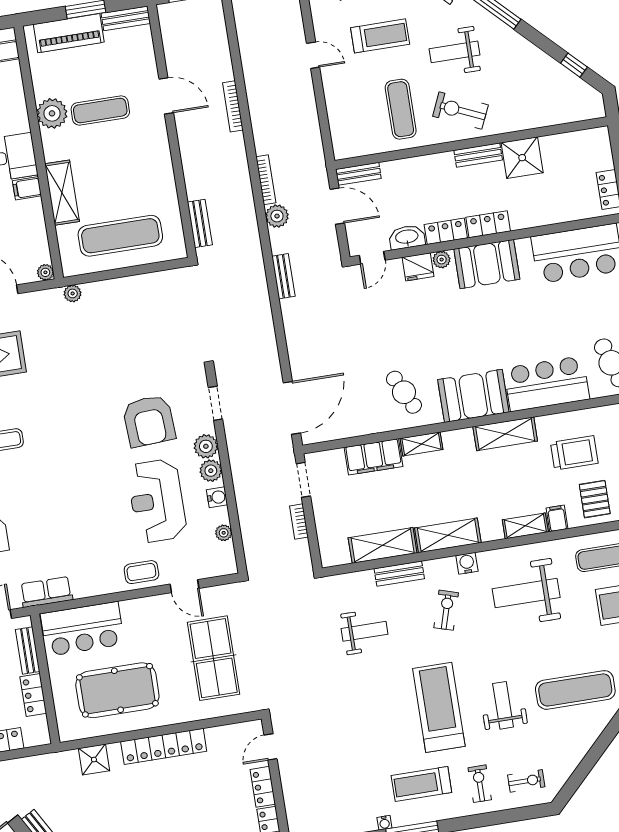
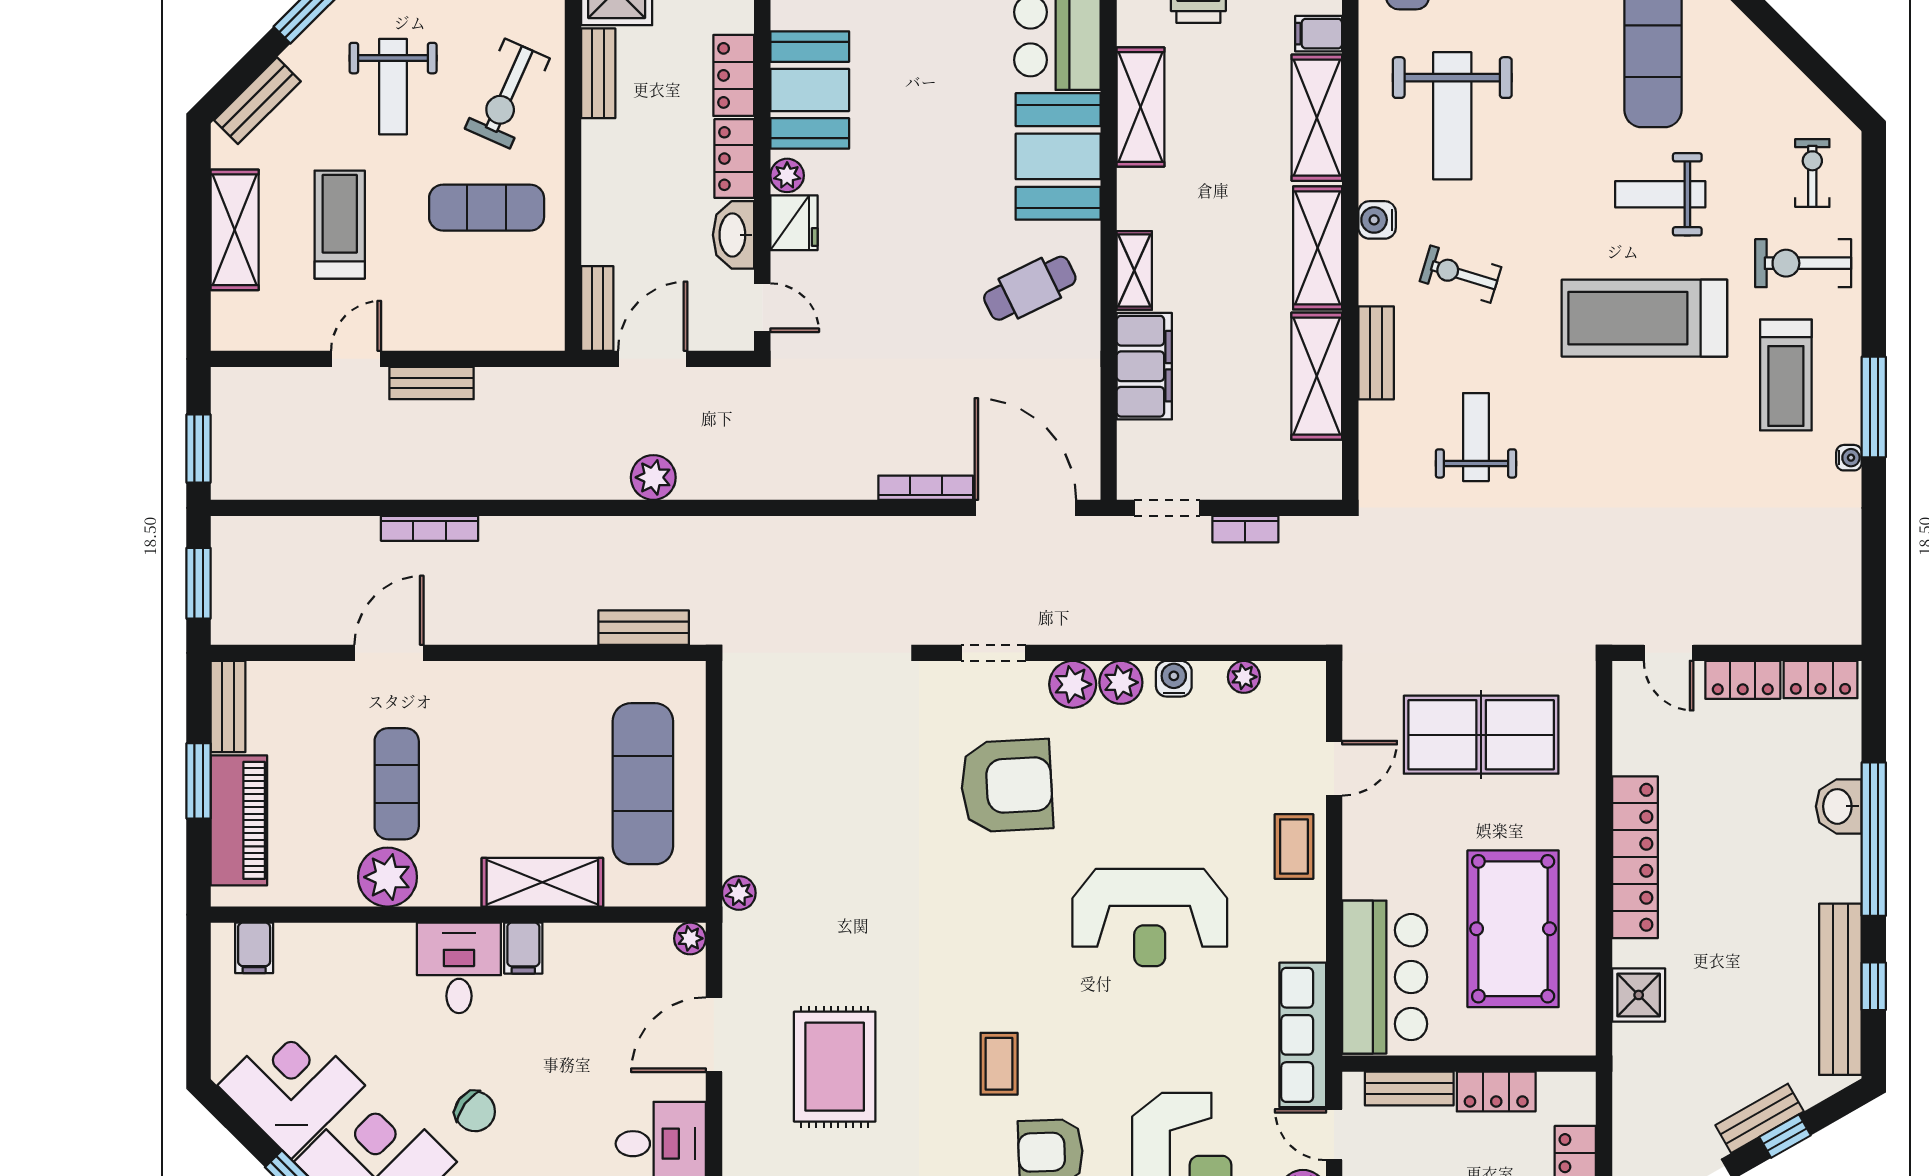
bookcase: (266, 180) -> (926, 488), moved
bench: (283, 276) -> (431, 383), moved
reception desk: (157, 501) -> (1150, 918), moved
shelving: (525, 526) -> (1317, 118), width x1.50, depth x1.33
row of seats: (46, 592) -> (1303, 1035), width x1.48
exercise bike: (480, 784) -> (1803, 263), width x1.38, depth x1.39

